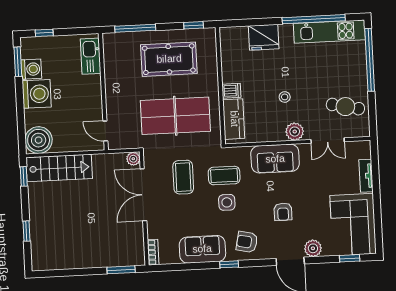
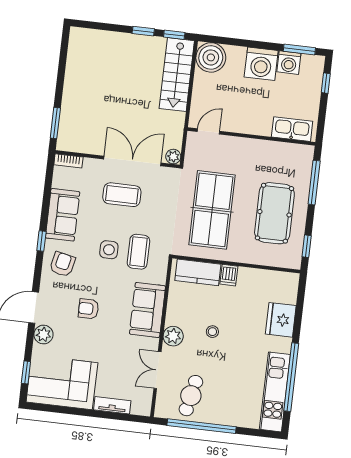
window: (370, 60) -> (202, 426), moved
coffee table: (183, 177) -> (122, 195), moved
window: (26, 231) -> (143, 31), moved

